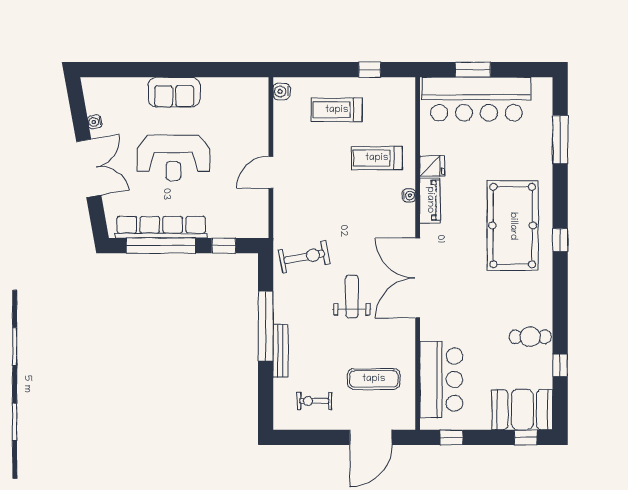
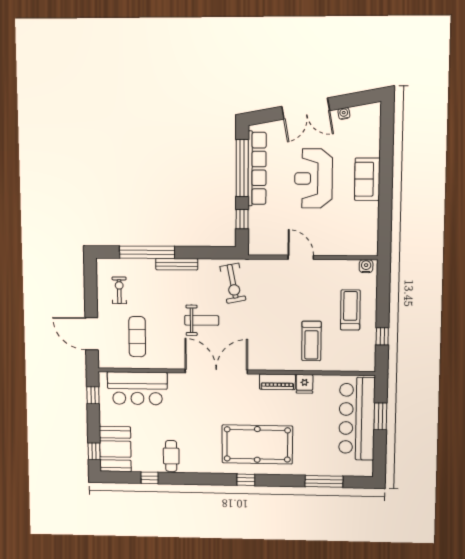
treadmill: (377, 158) -> (311, 341), turned 180
water cooler: (409, 195) -> (281, 366), removed
window: (266, 326) -> (147, 252), moved
bench: (281, 351) -> (177, 264), moved

